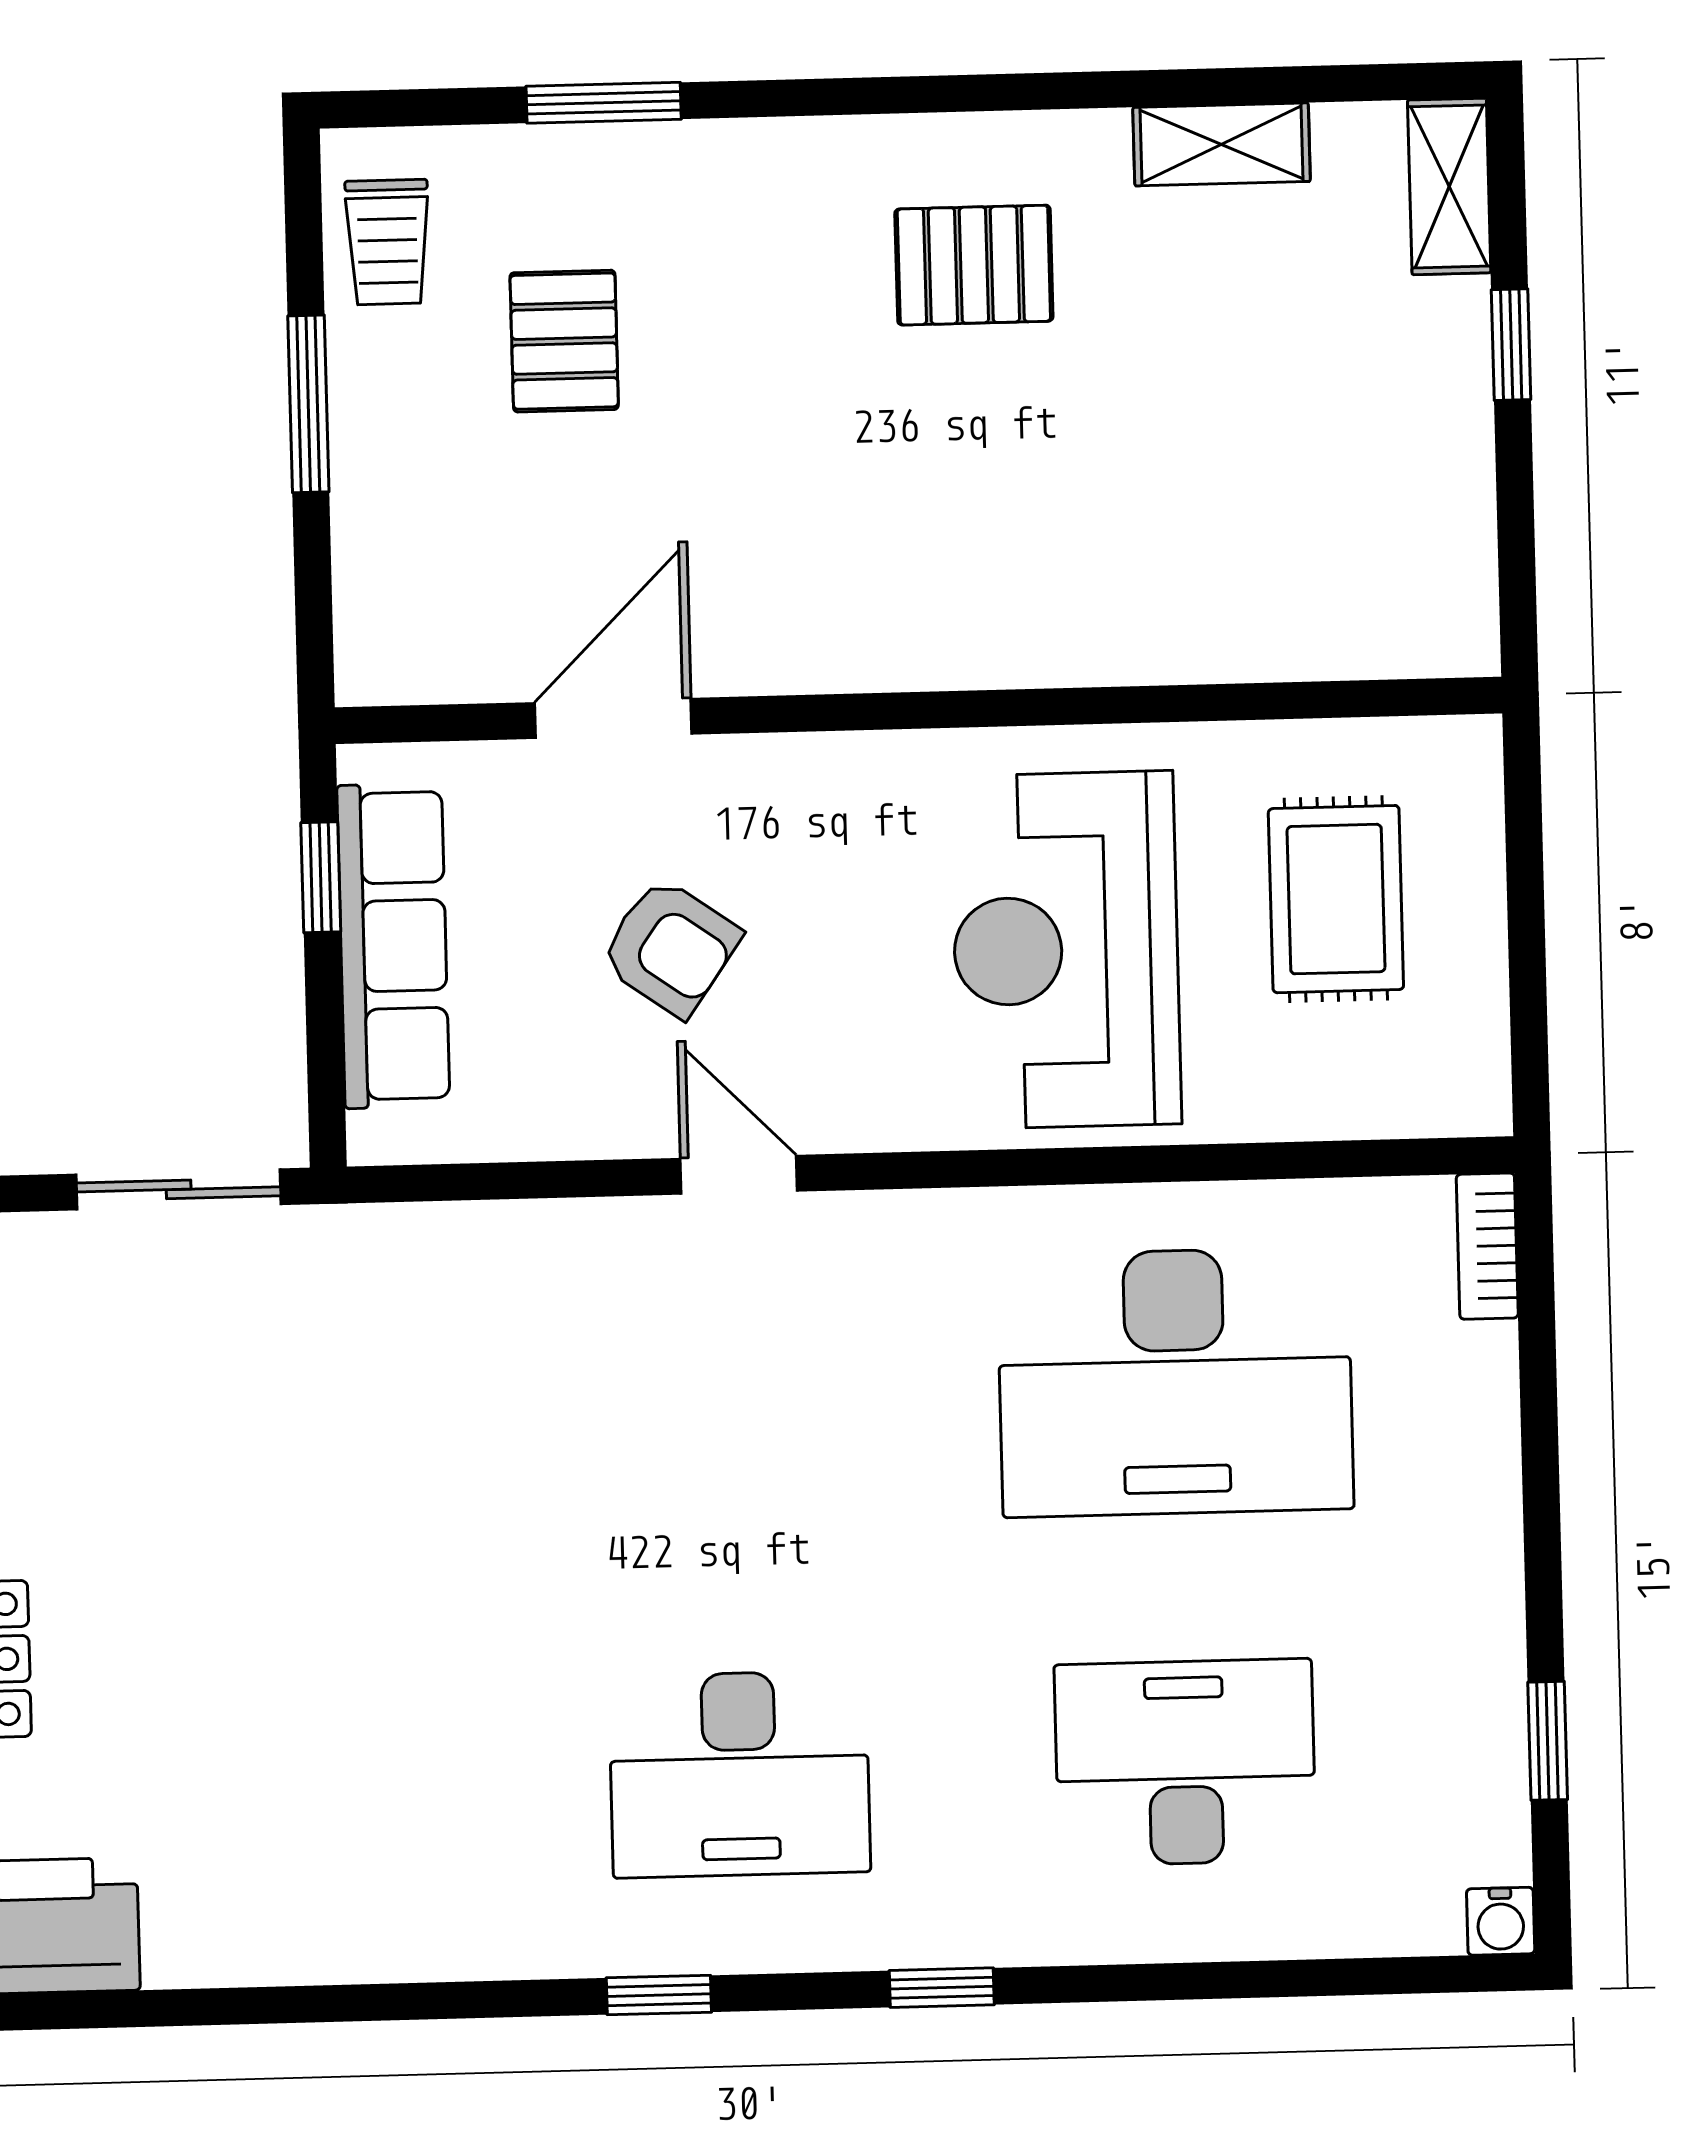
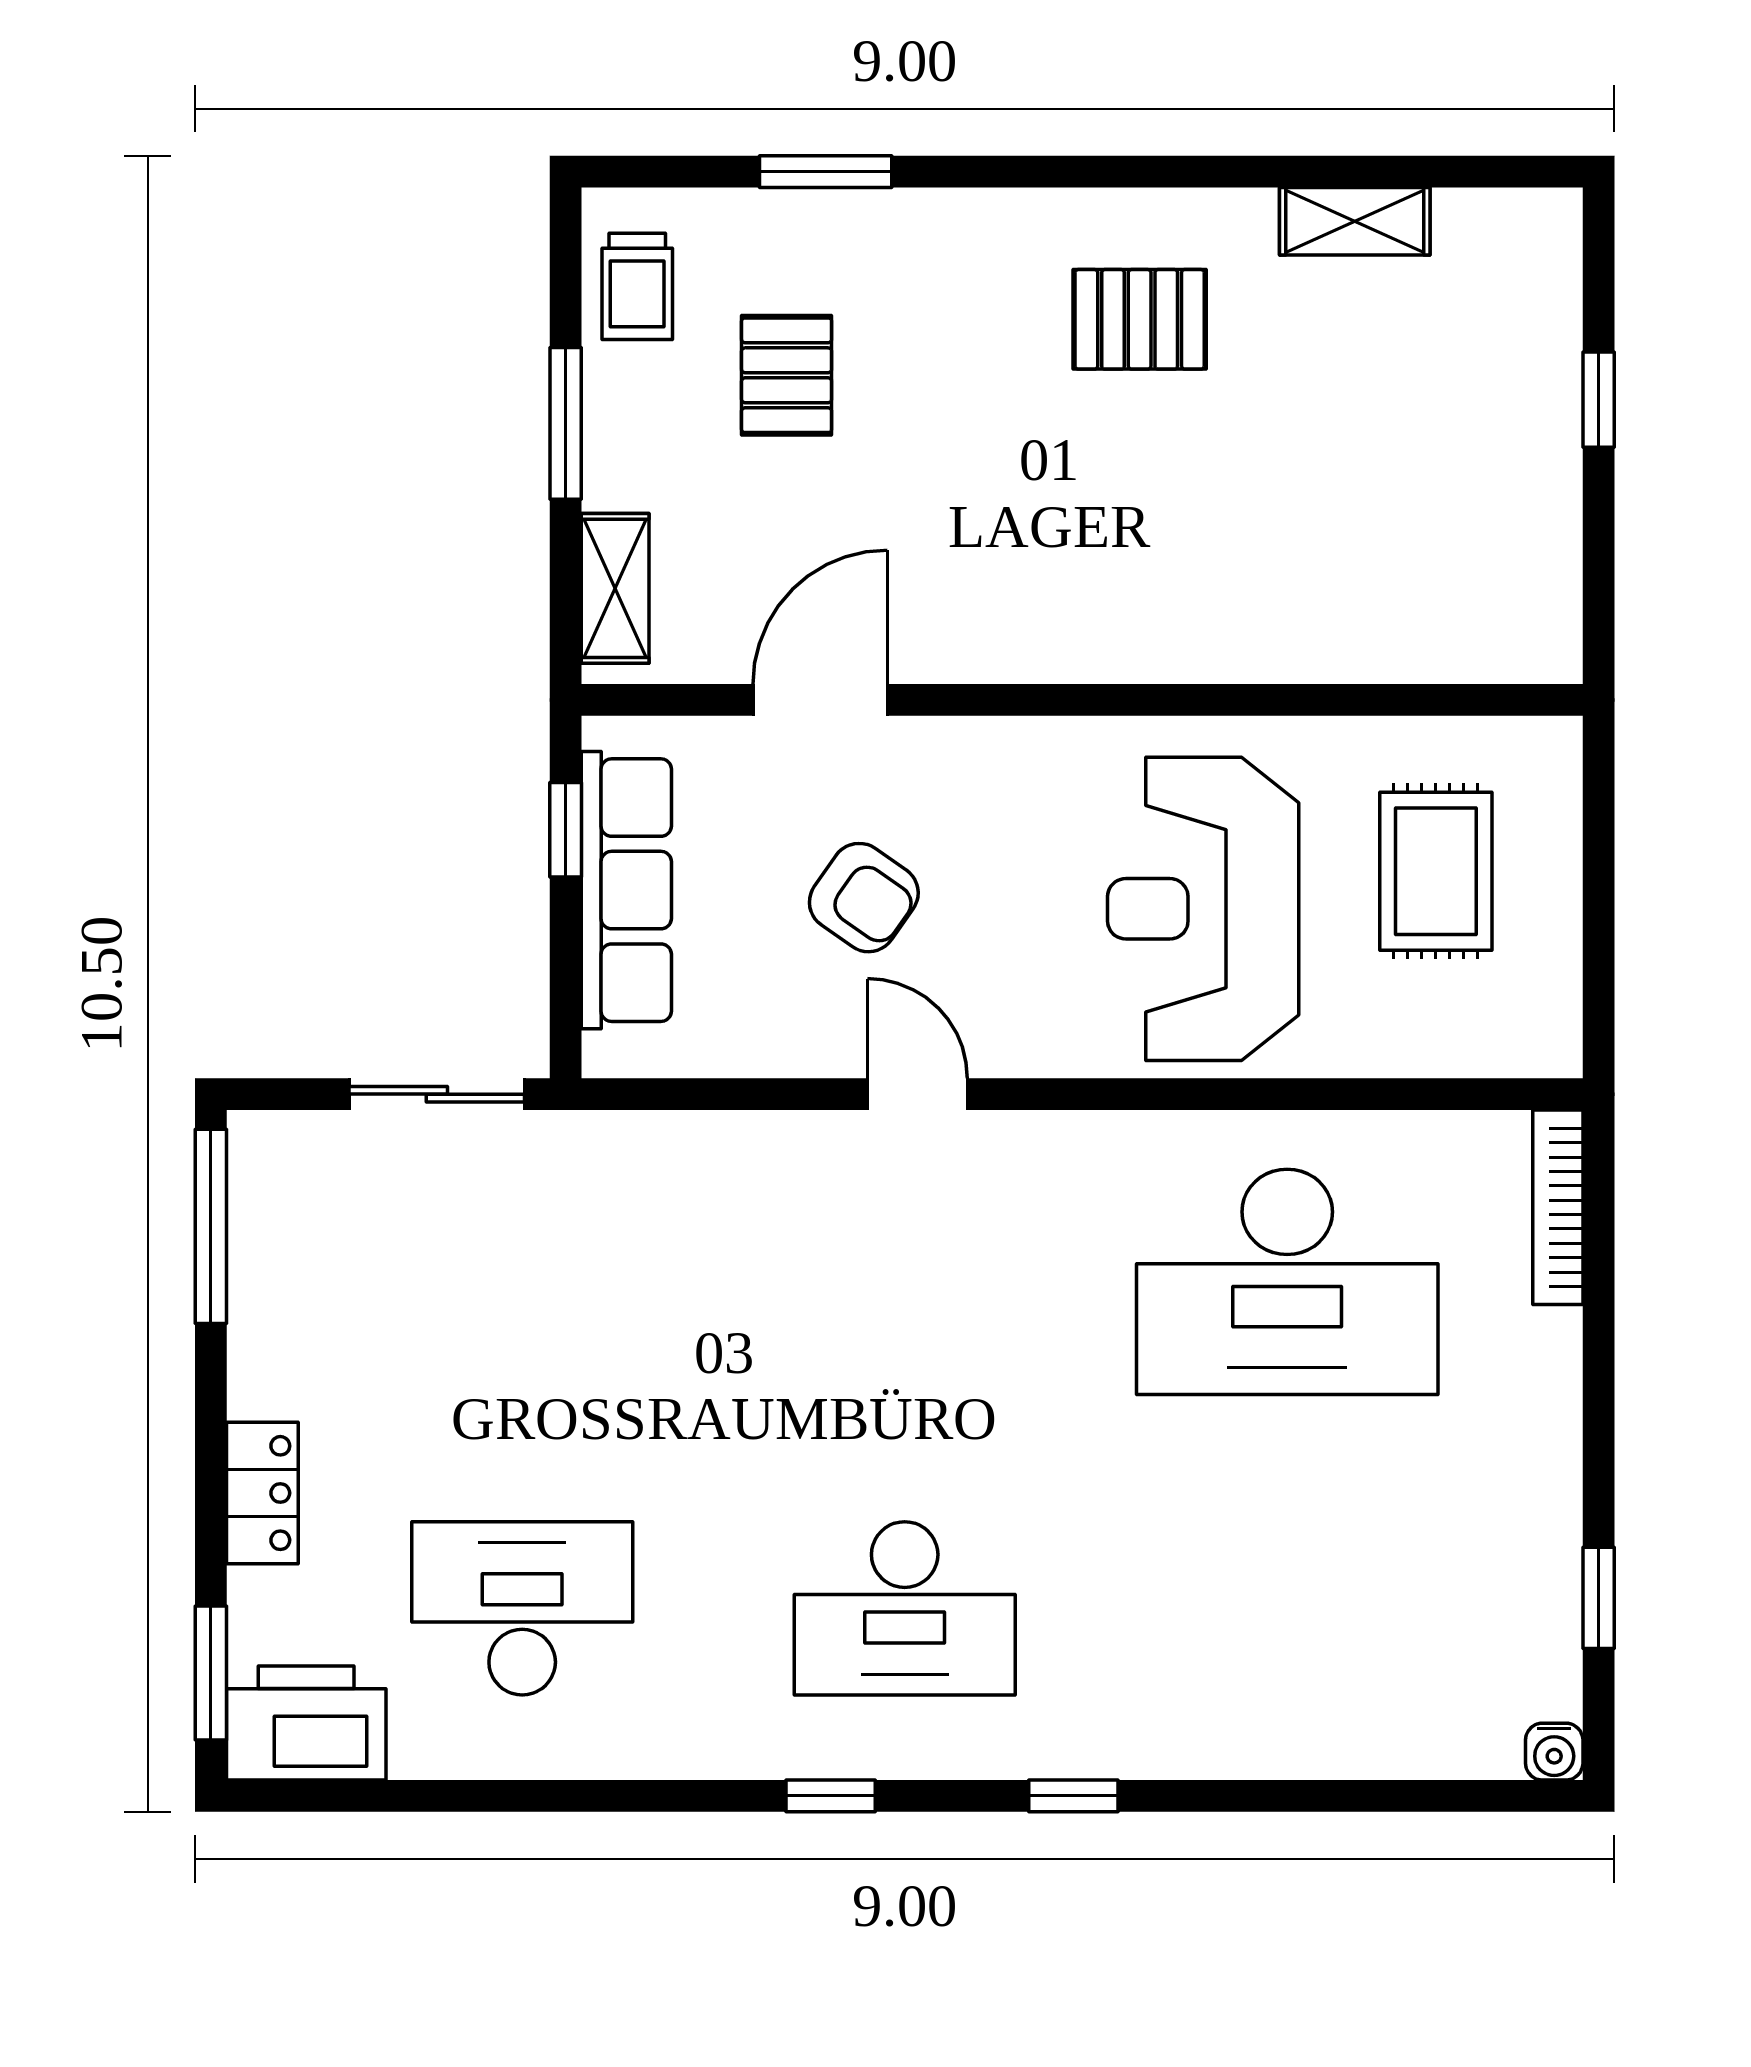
shelving: (1449, 186) -> (615, 588), moved
bookcase: (1487, 1246) -> (1558, 1207), width x1.56
desk: (1185, 1763) -> (522, 1608), moved

